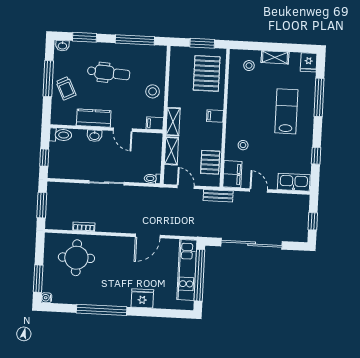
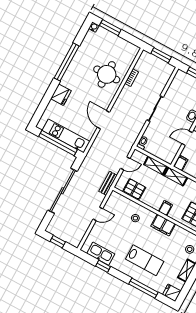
filing cabinet: (232, 174) -> (163, 225), moved
kitchen sink: (294, 182) -> (101, 254), moved, turned -90
round table: (76, 258) -> (107, 74), moved

